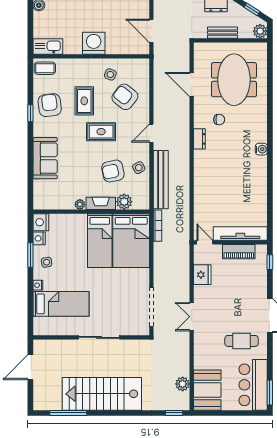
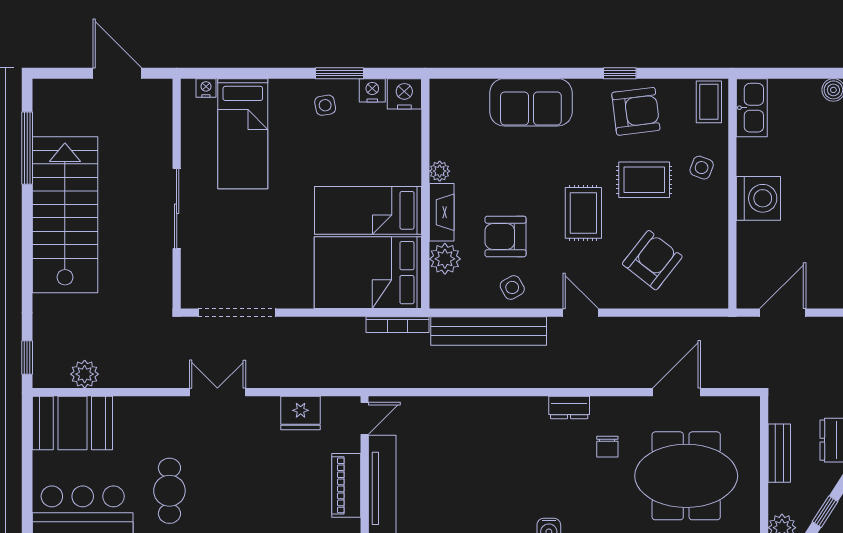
side table: (110, 74) -> (702, 168), moved
armchair: (113, 171) -> (506, 236), turned -78
nightstand: (38, 285) -> (206, 88), moved

